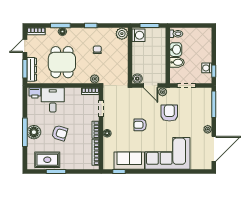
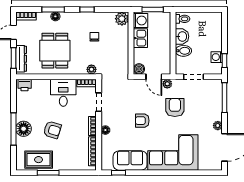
kitchen sink: (138, 51) -> (140, 38), added
desk: (53, 100) -> (63, 93), moved

